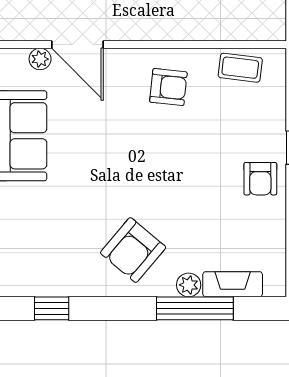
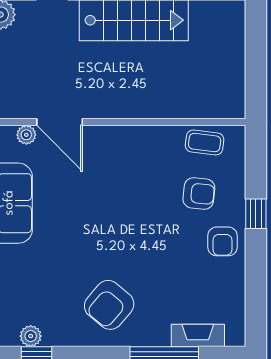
armchair: (168, 87) -> (199, 193), moved
plant: (189, 285) -> (31, 336), moved

